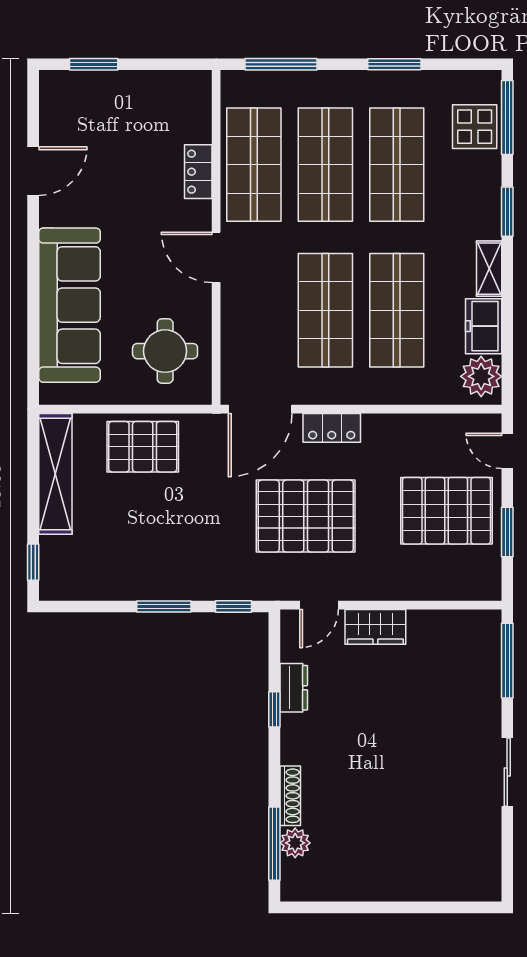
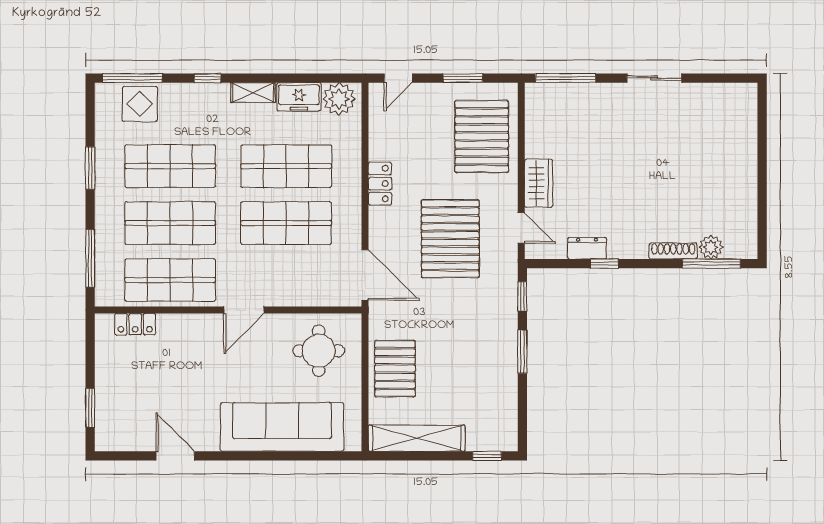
locker: (198, 172) -> (135, 324), moved
window: (507, 212) -> (208, 78), width x0.67
locker: (332, 428) -> (380, 184), moved
pallet: (446, 511) -> (482, 136), moved

